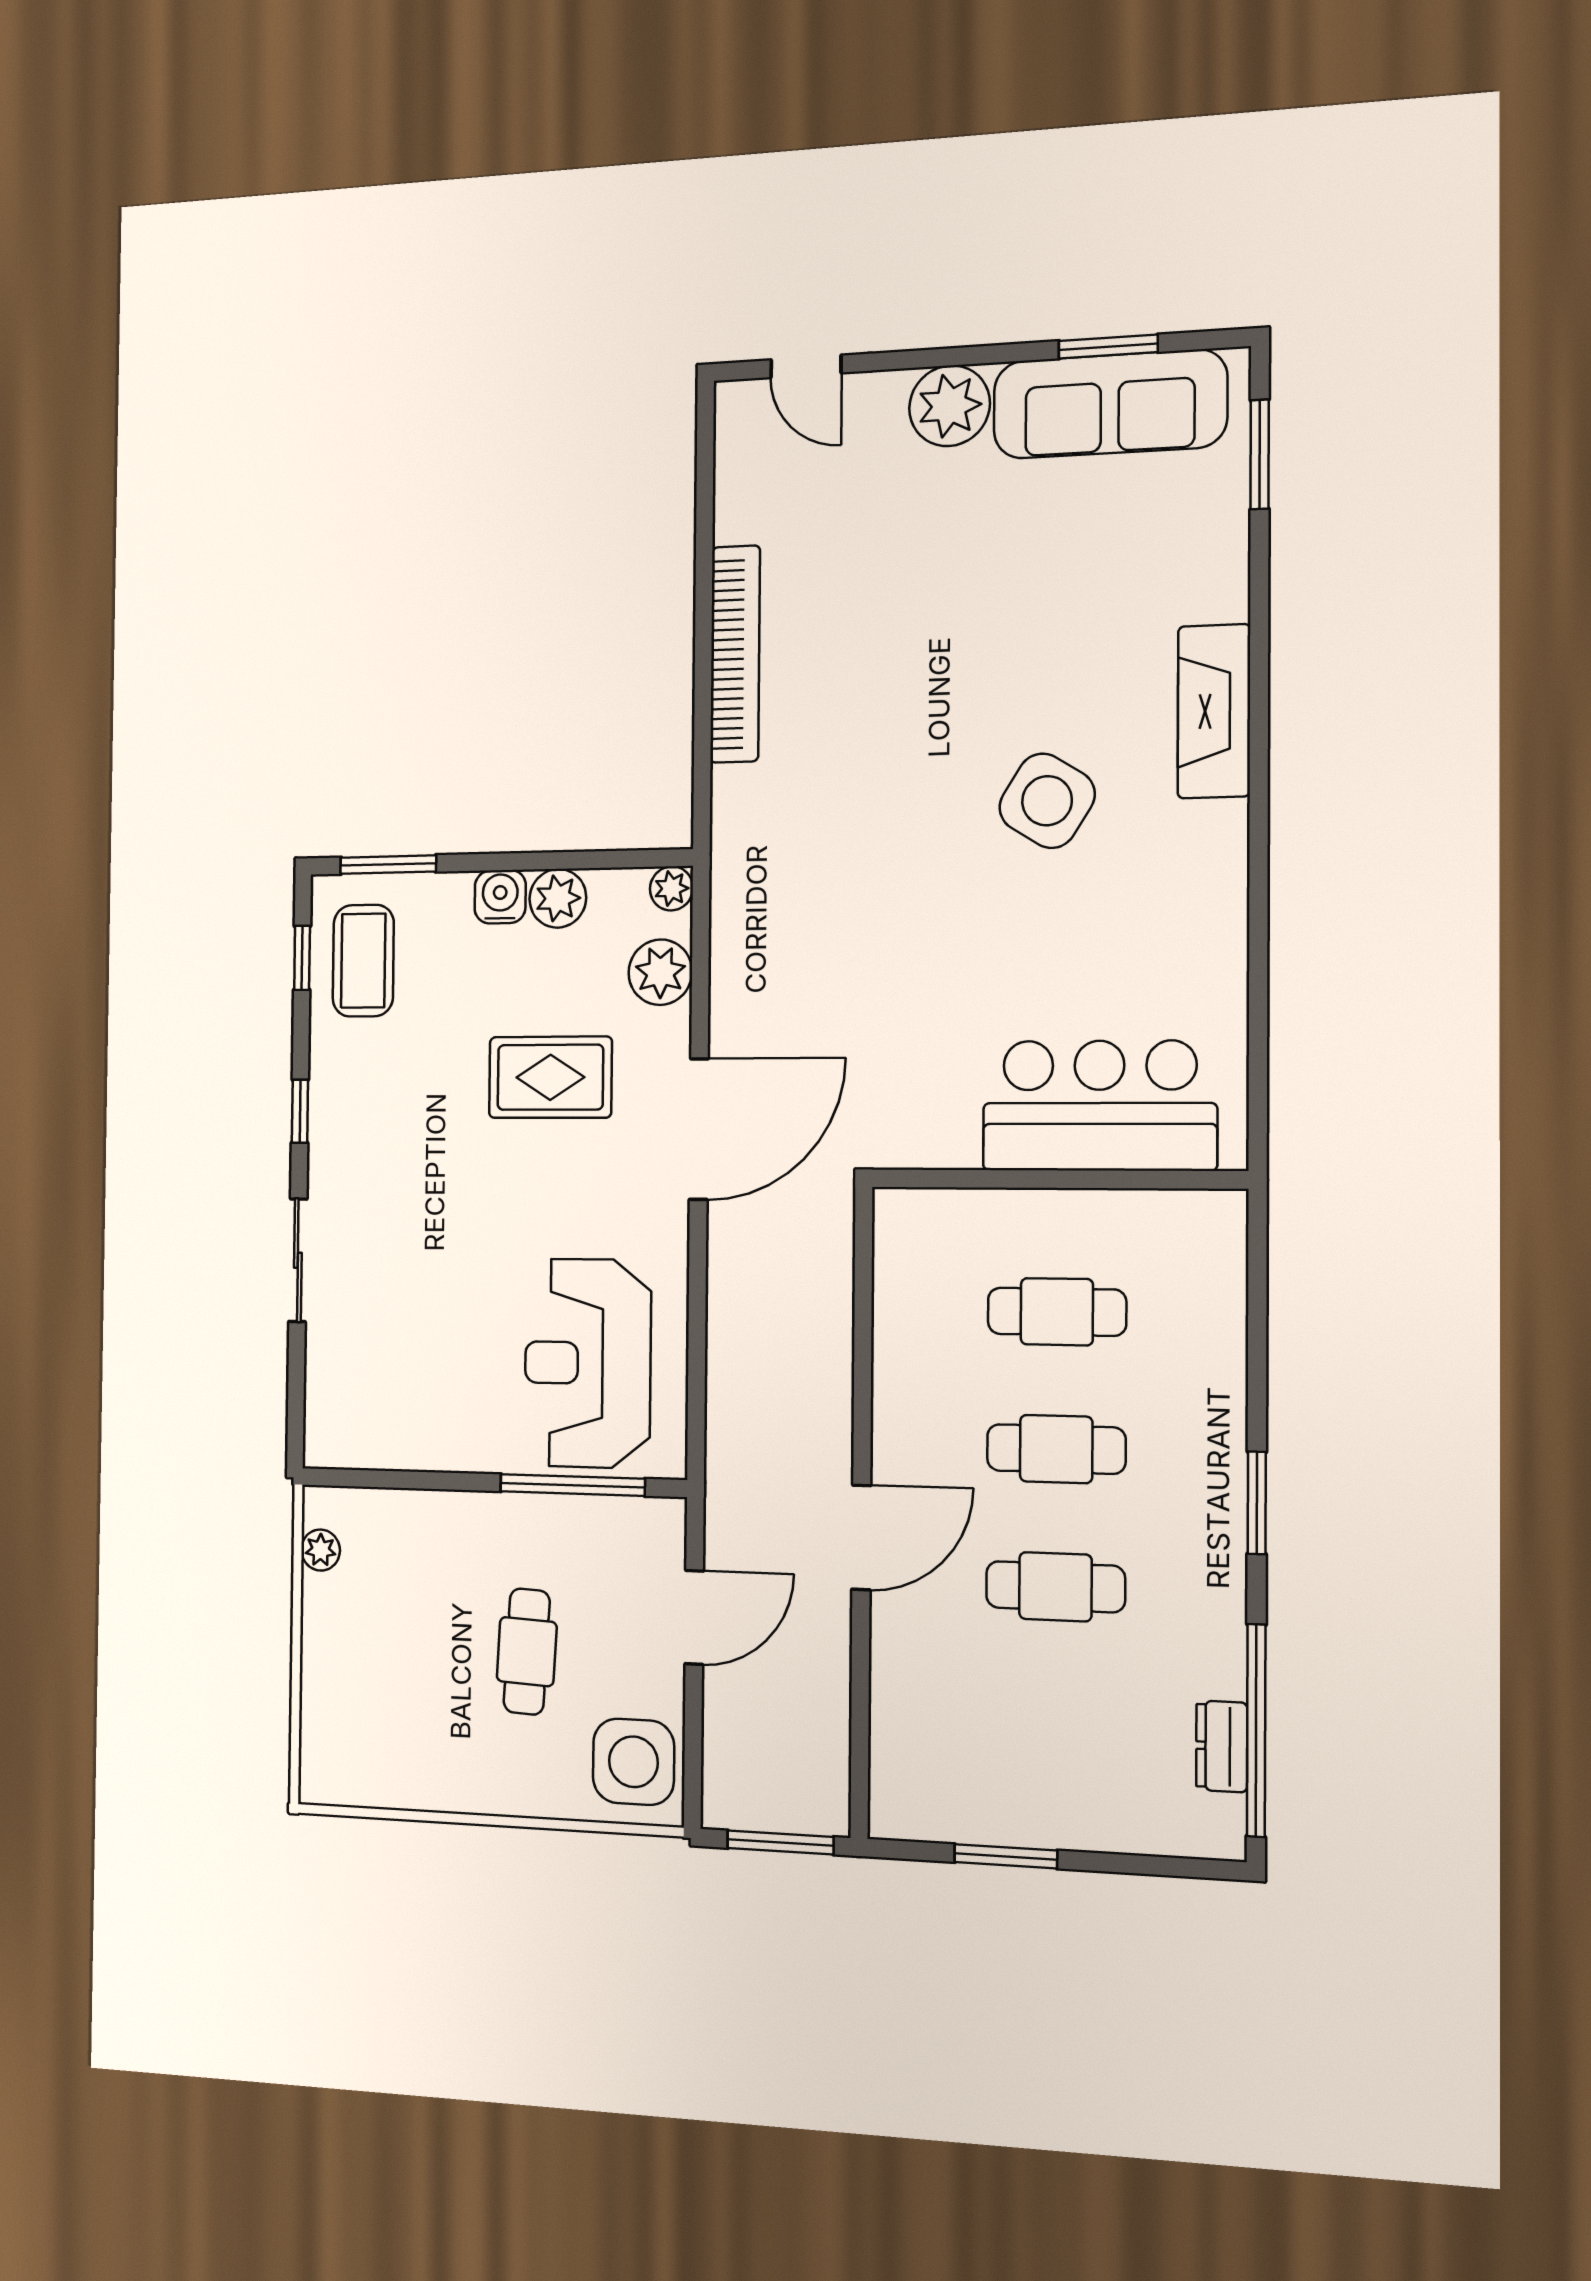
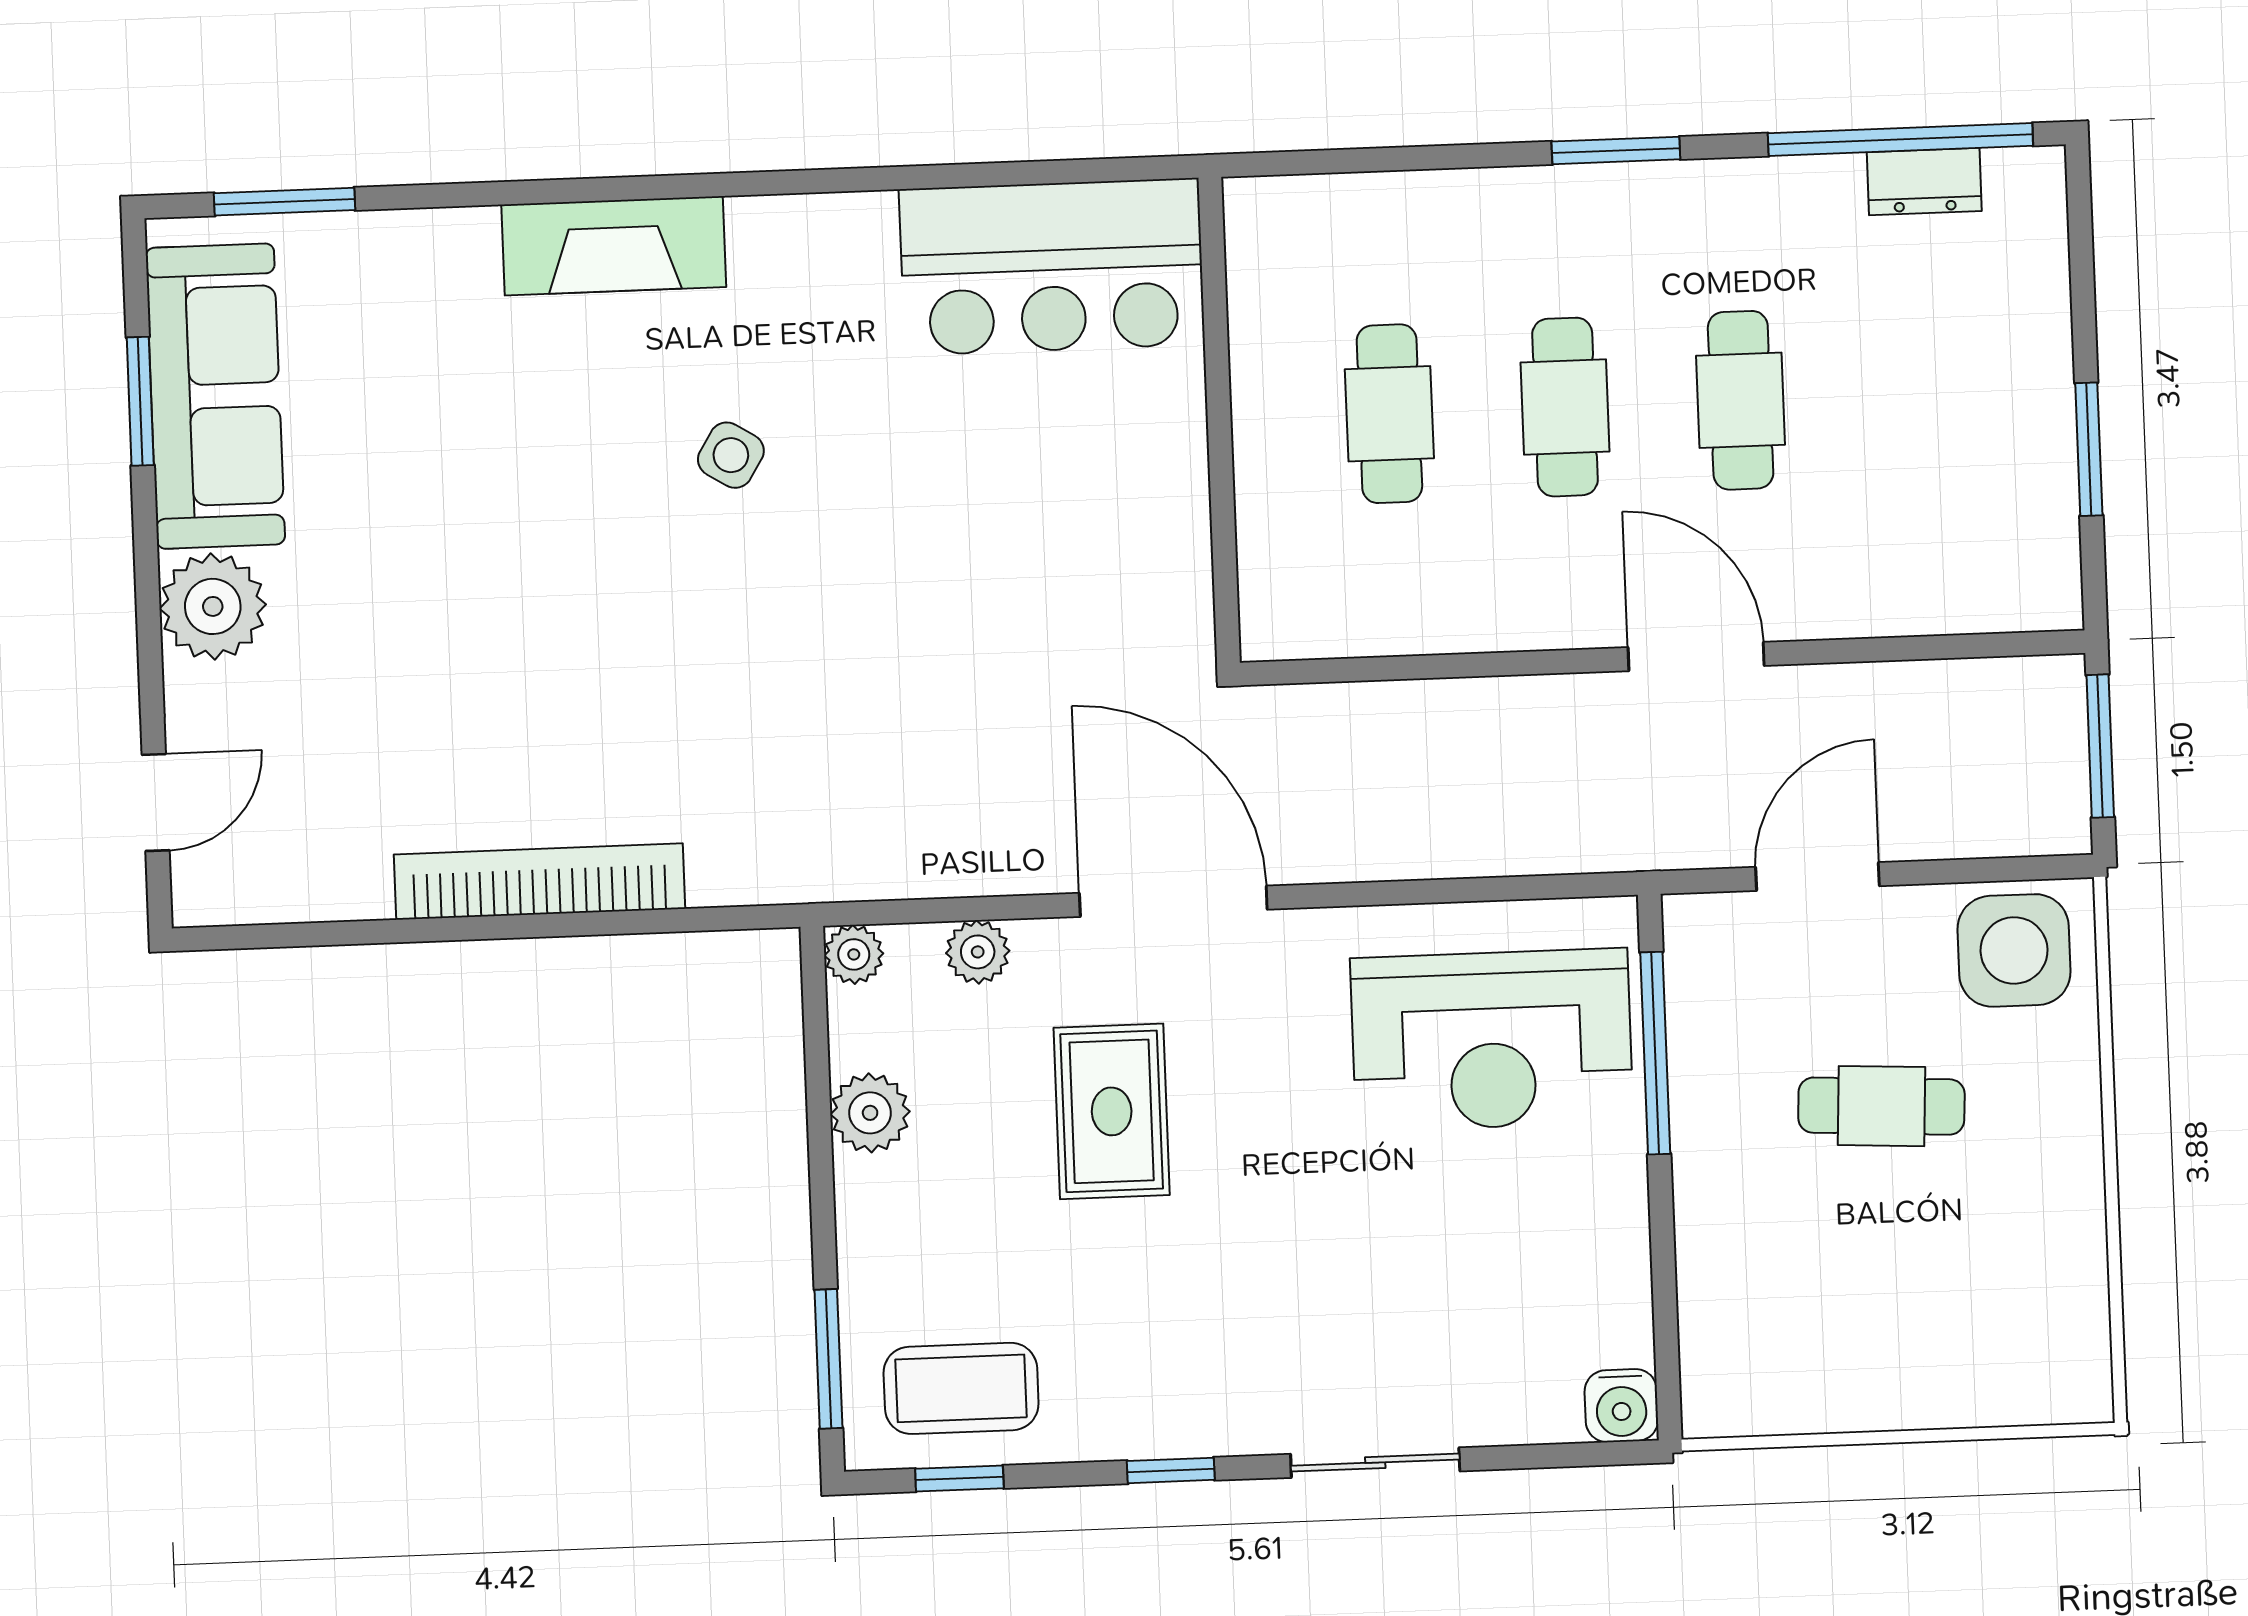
side table: (1047, 801) -> (731, 455), width x0.54, depth x0.54
water cooler: (500, 897) -> (1621, 1406), moved, turned -90
plant: (660, 972) -> (978, 952), width x0.73, depth x0.73
bar counter: (1099, 1106) -> (1052, 267), moved, turned -90
plant: (321, 1550) -> (1768, 1408), removed
door: (694, 1617) -> (1818, 876), hinge flipped

